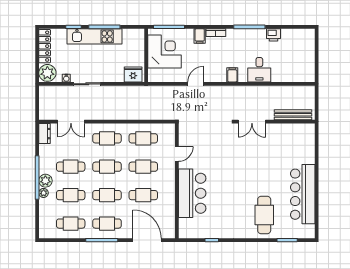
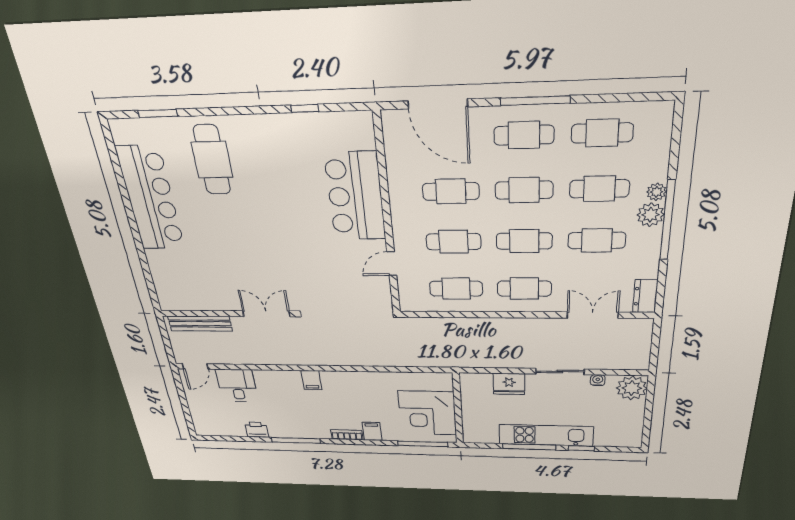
locker: (45, 46) -> (634, 425), removed
desk: (259, 70) -> (237, 386), moved
fridge: (133, 74) -> (509, 384), moved
door: (196, 84) -> (195, 366), moved

